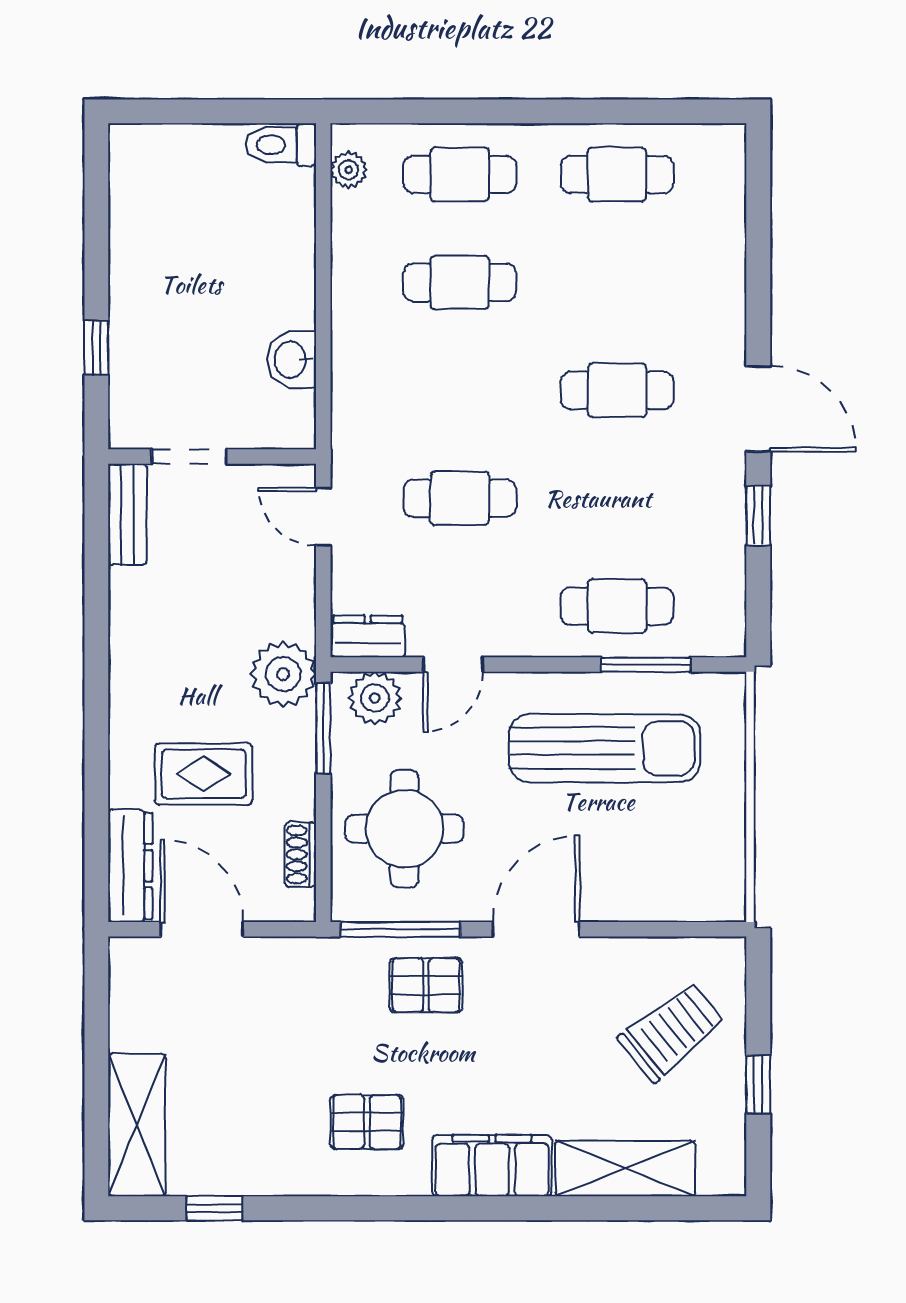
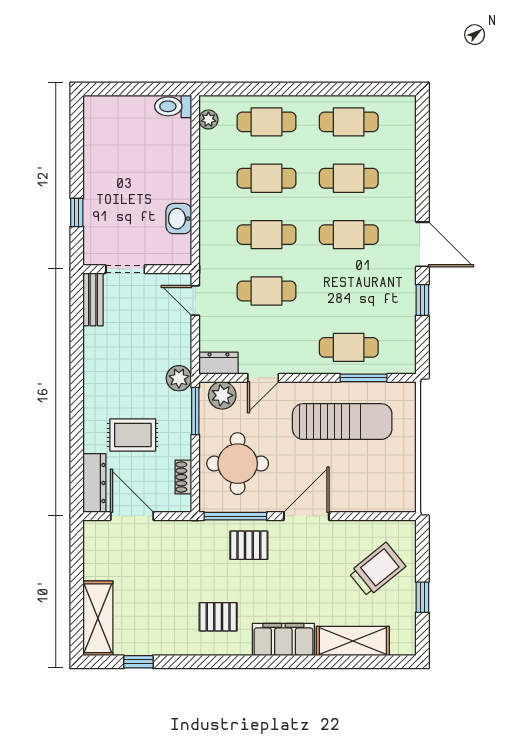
cafe table: (617, 282) -> (349, 178), added
cafe table: (460, 390) -> (267, 235), added
plant: (283, 674) -> (179, 378), width x0.73, depth x0.73

